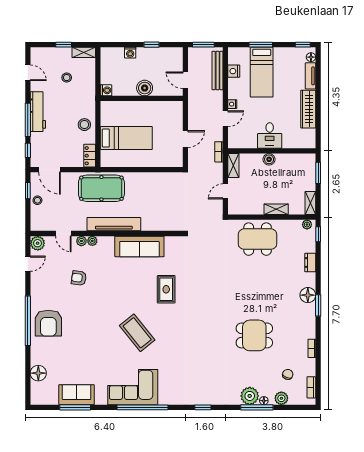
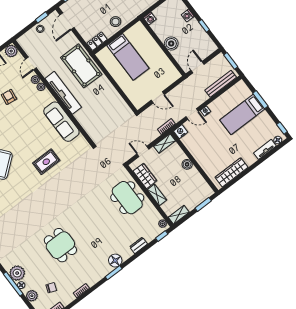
nightstand: (234, 71) -> (181, 132), moved
wardrobe: (308, 109) -> (232, 172), moved
desk: (270, 136) -> (203, 152), removed
wardrobe: (250, 207) -> (145, 176), added

